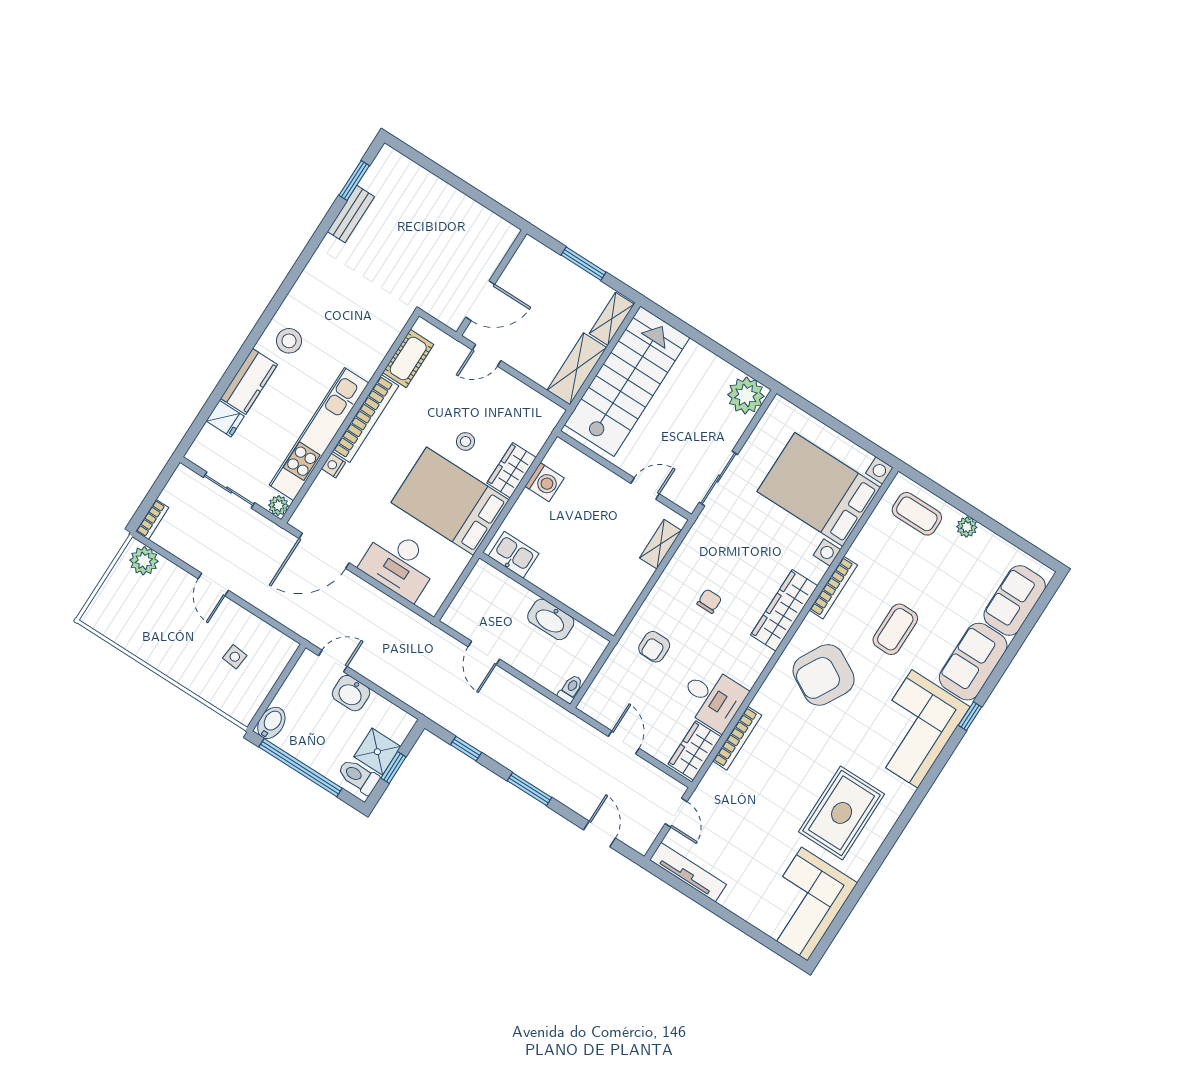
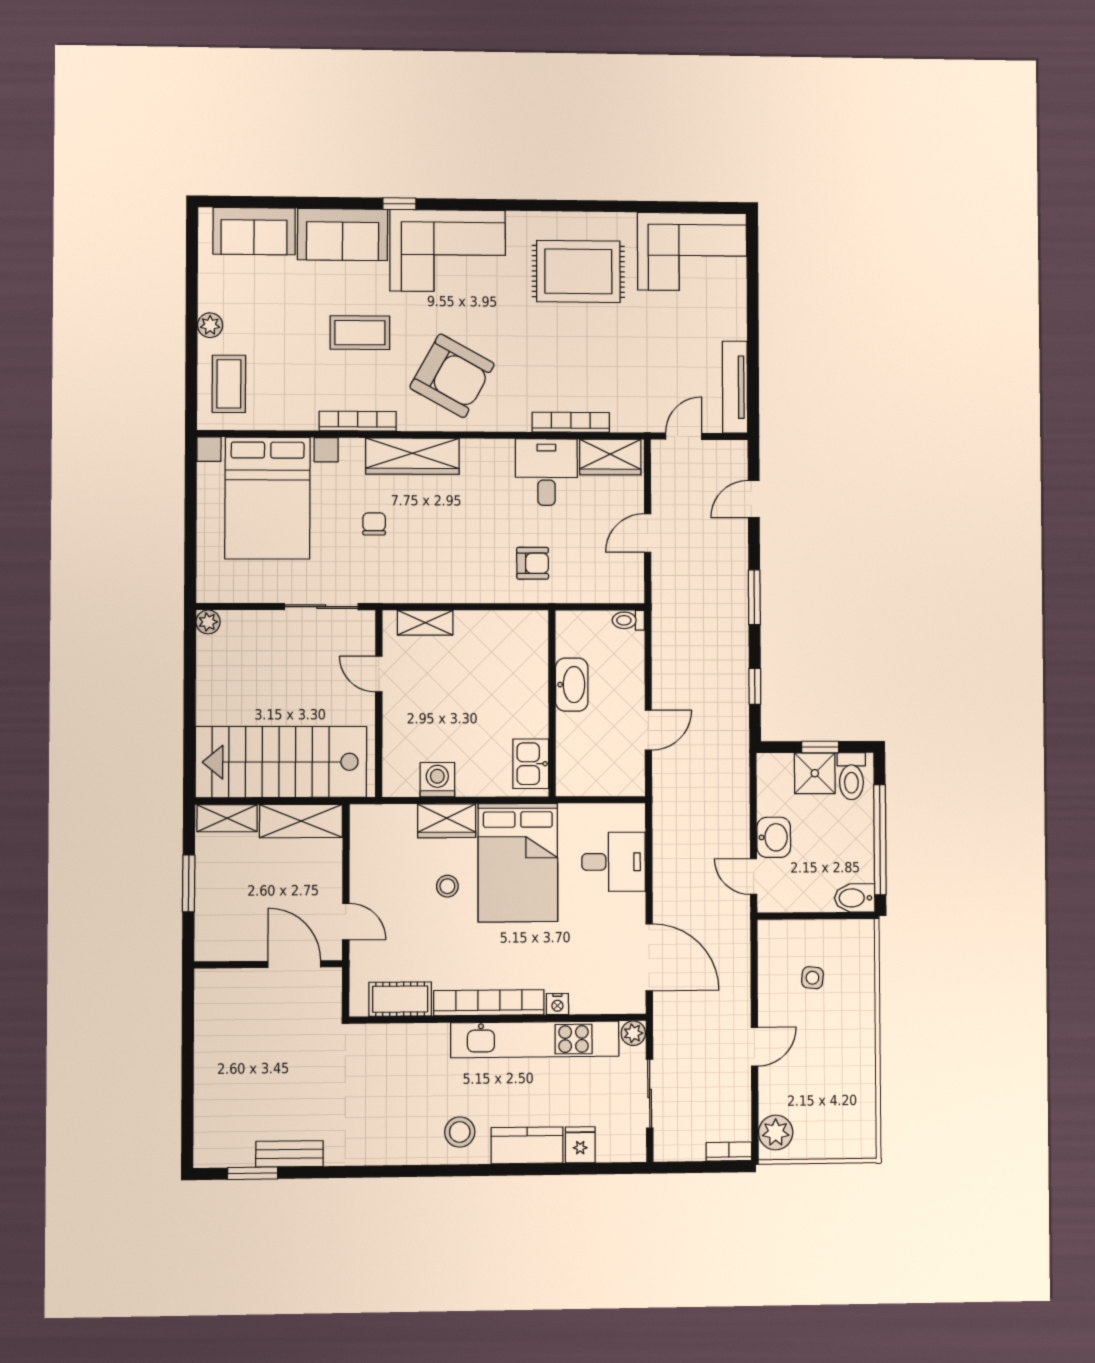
plant: (746, 395) -> (208, 622), width x0.53, depth x0.53
desk: (399, 564) -> (614, 862), width x0.73
chair: (709, 601) -> (374, 524), moved, turned 90

